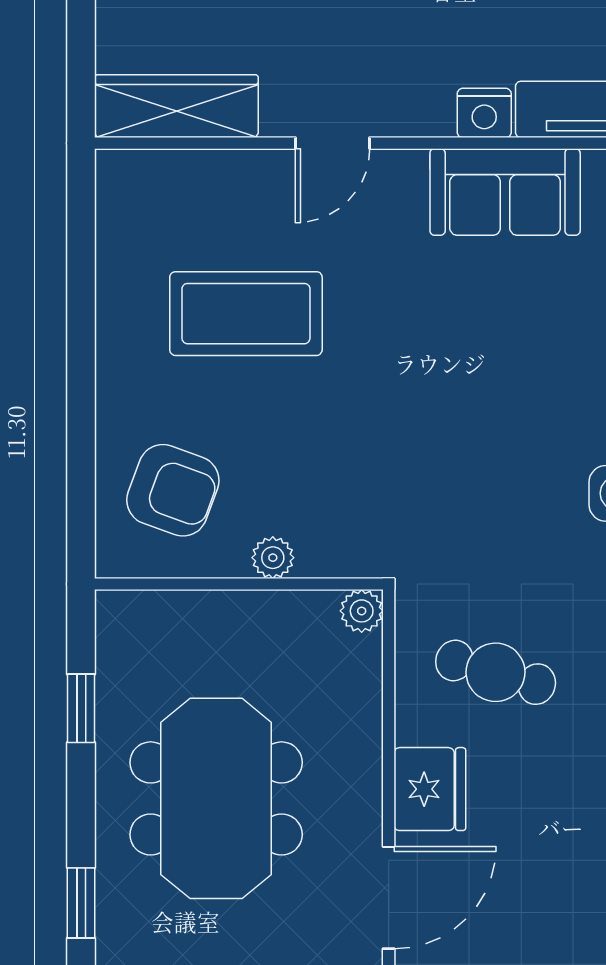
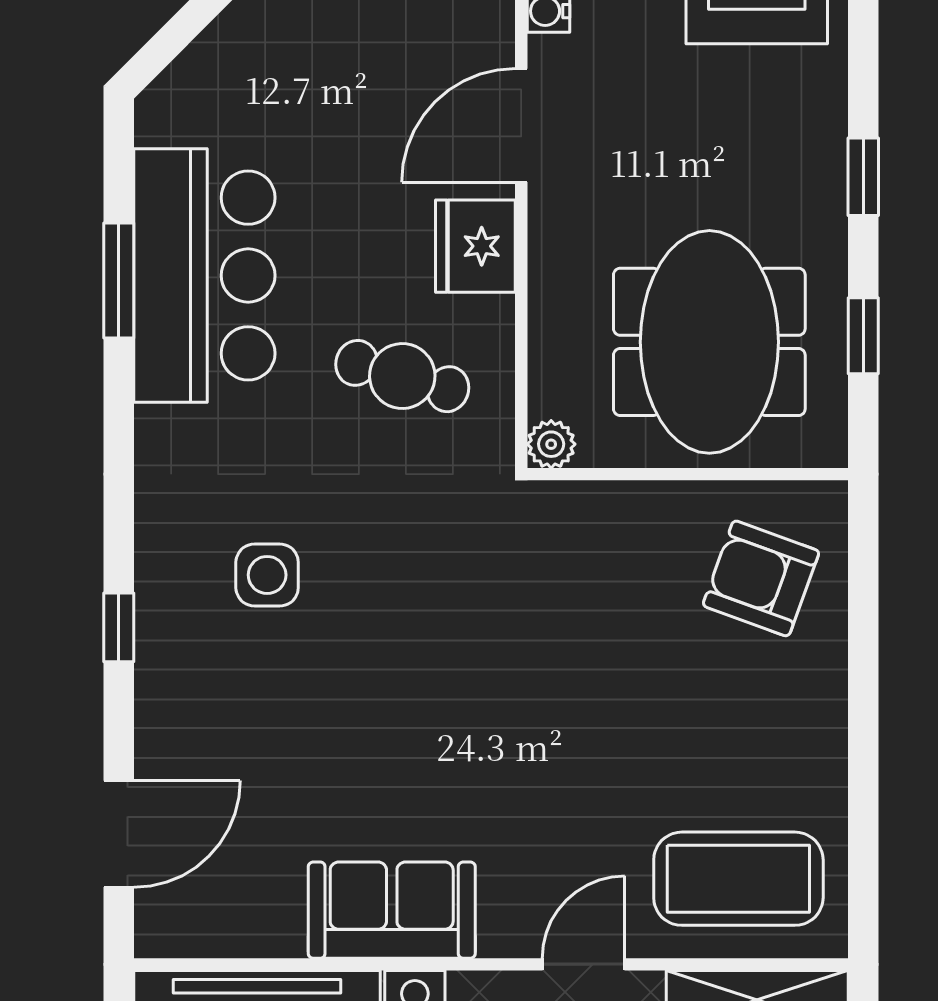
coffee table: (246, 314) -> (738, 879), moved
plant: (273, 558) -> (650, 504), removed
meeting table: (216, 798) -> (709, 342), moved
window: (81, 903) -> (863, 177), moved

